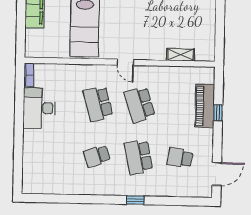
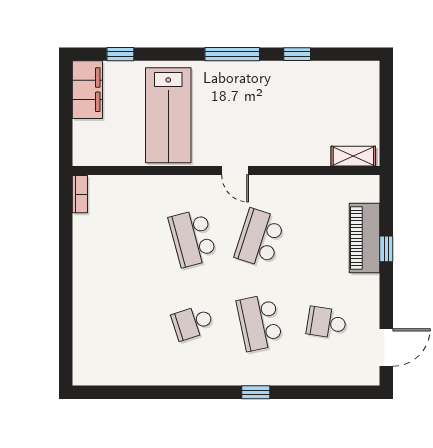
shelving: (181, 55) -> (353, 156), moved
school desk: (140, 105) -> (259, 238), turned 36
desk: (39, 108) -> (98, 247), removed

